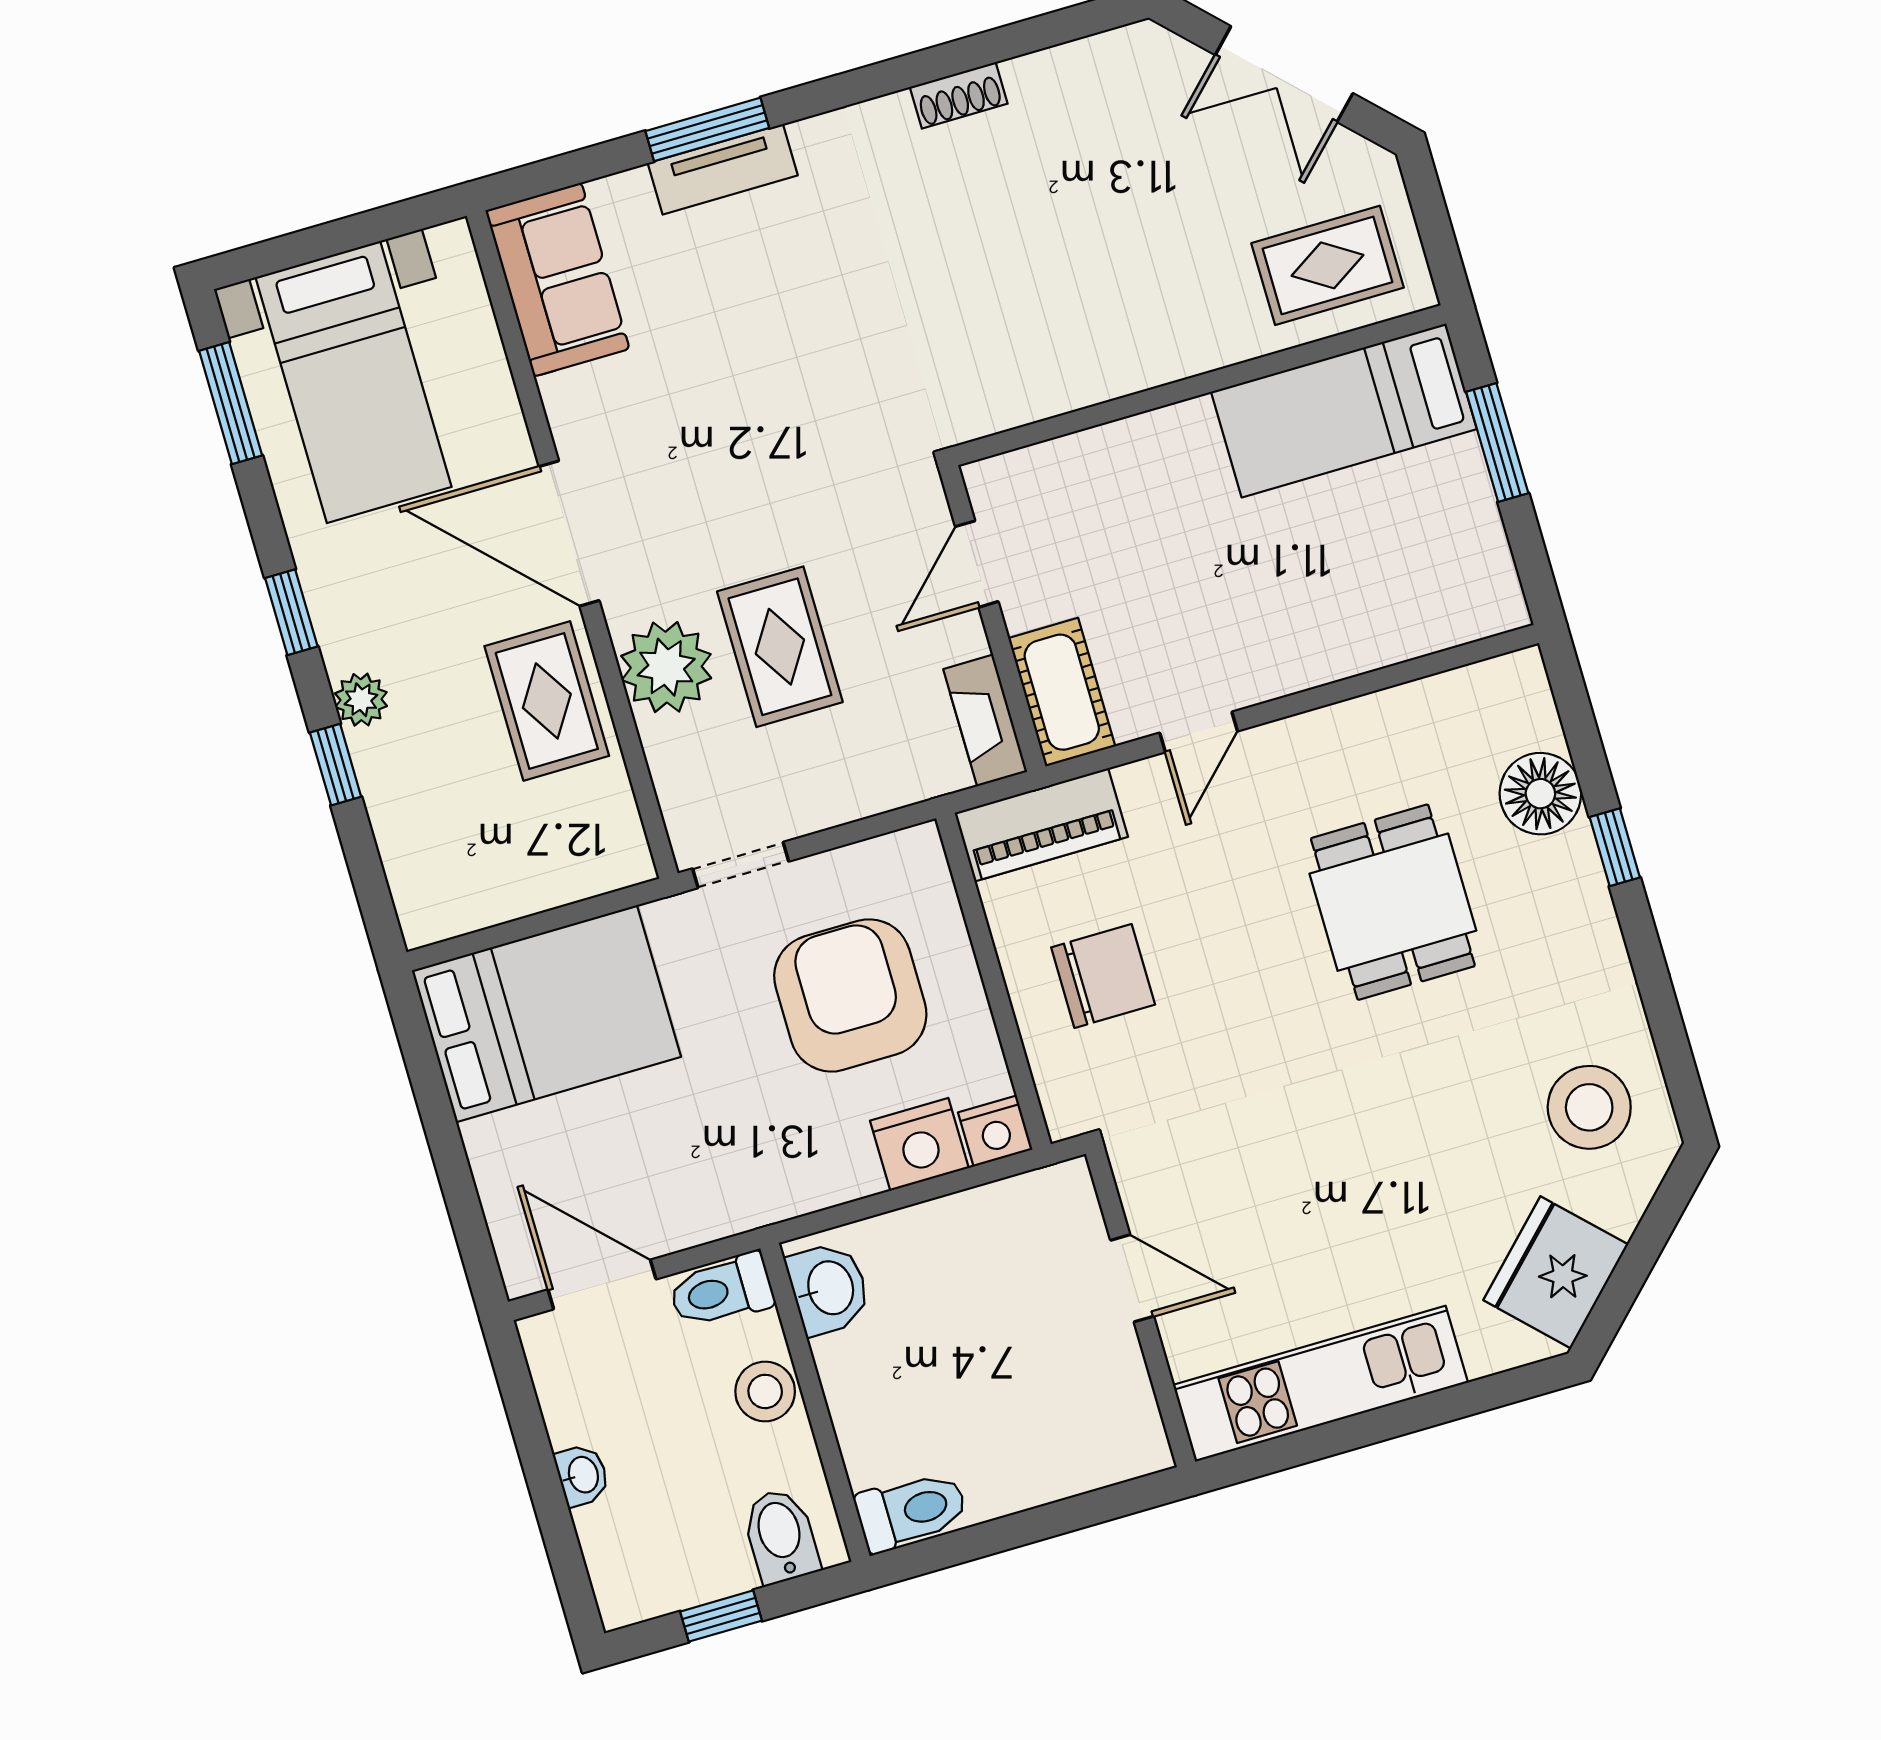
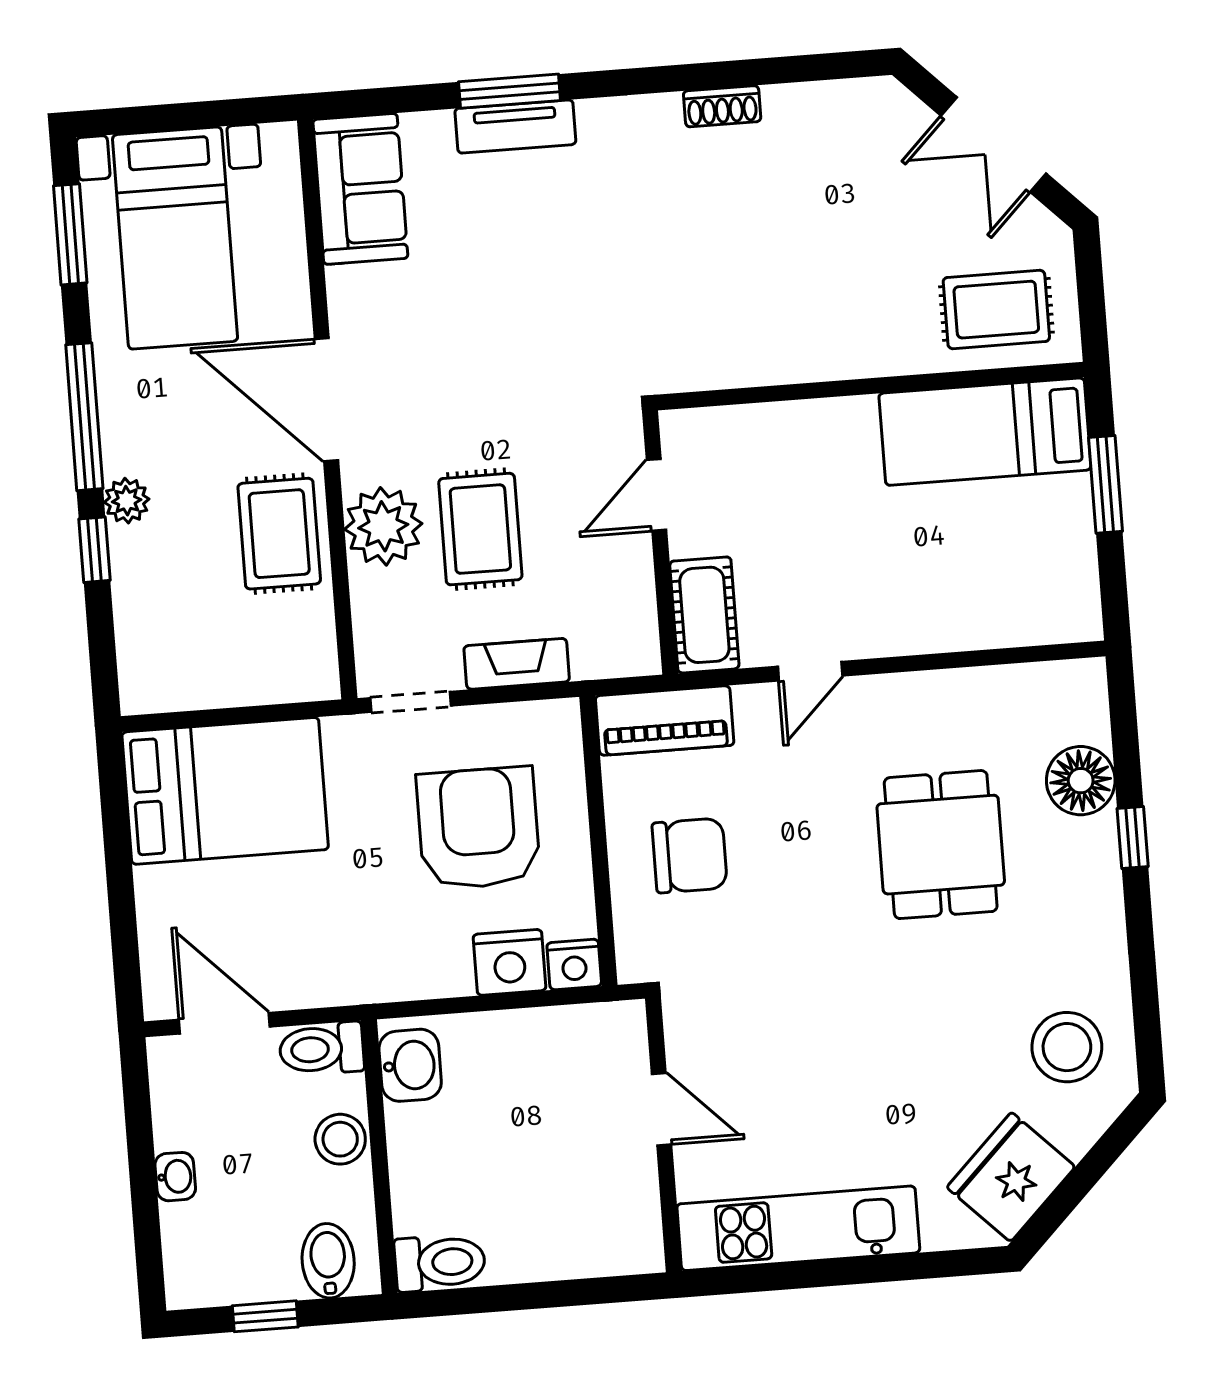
window: (291, 612) -> (84, 417), width x2.17
fireplace: (985, 720) -> (517, 664), moved, turned 90

